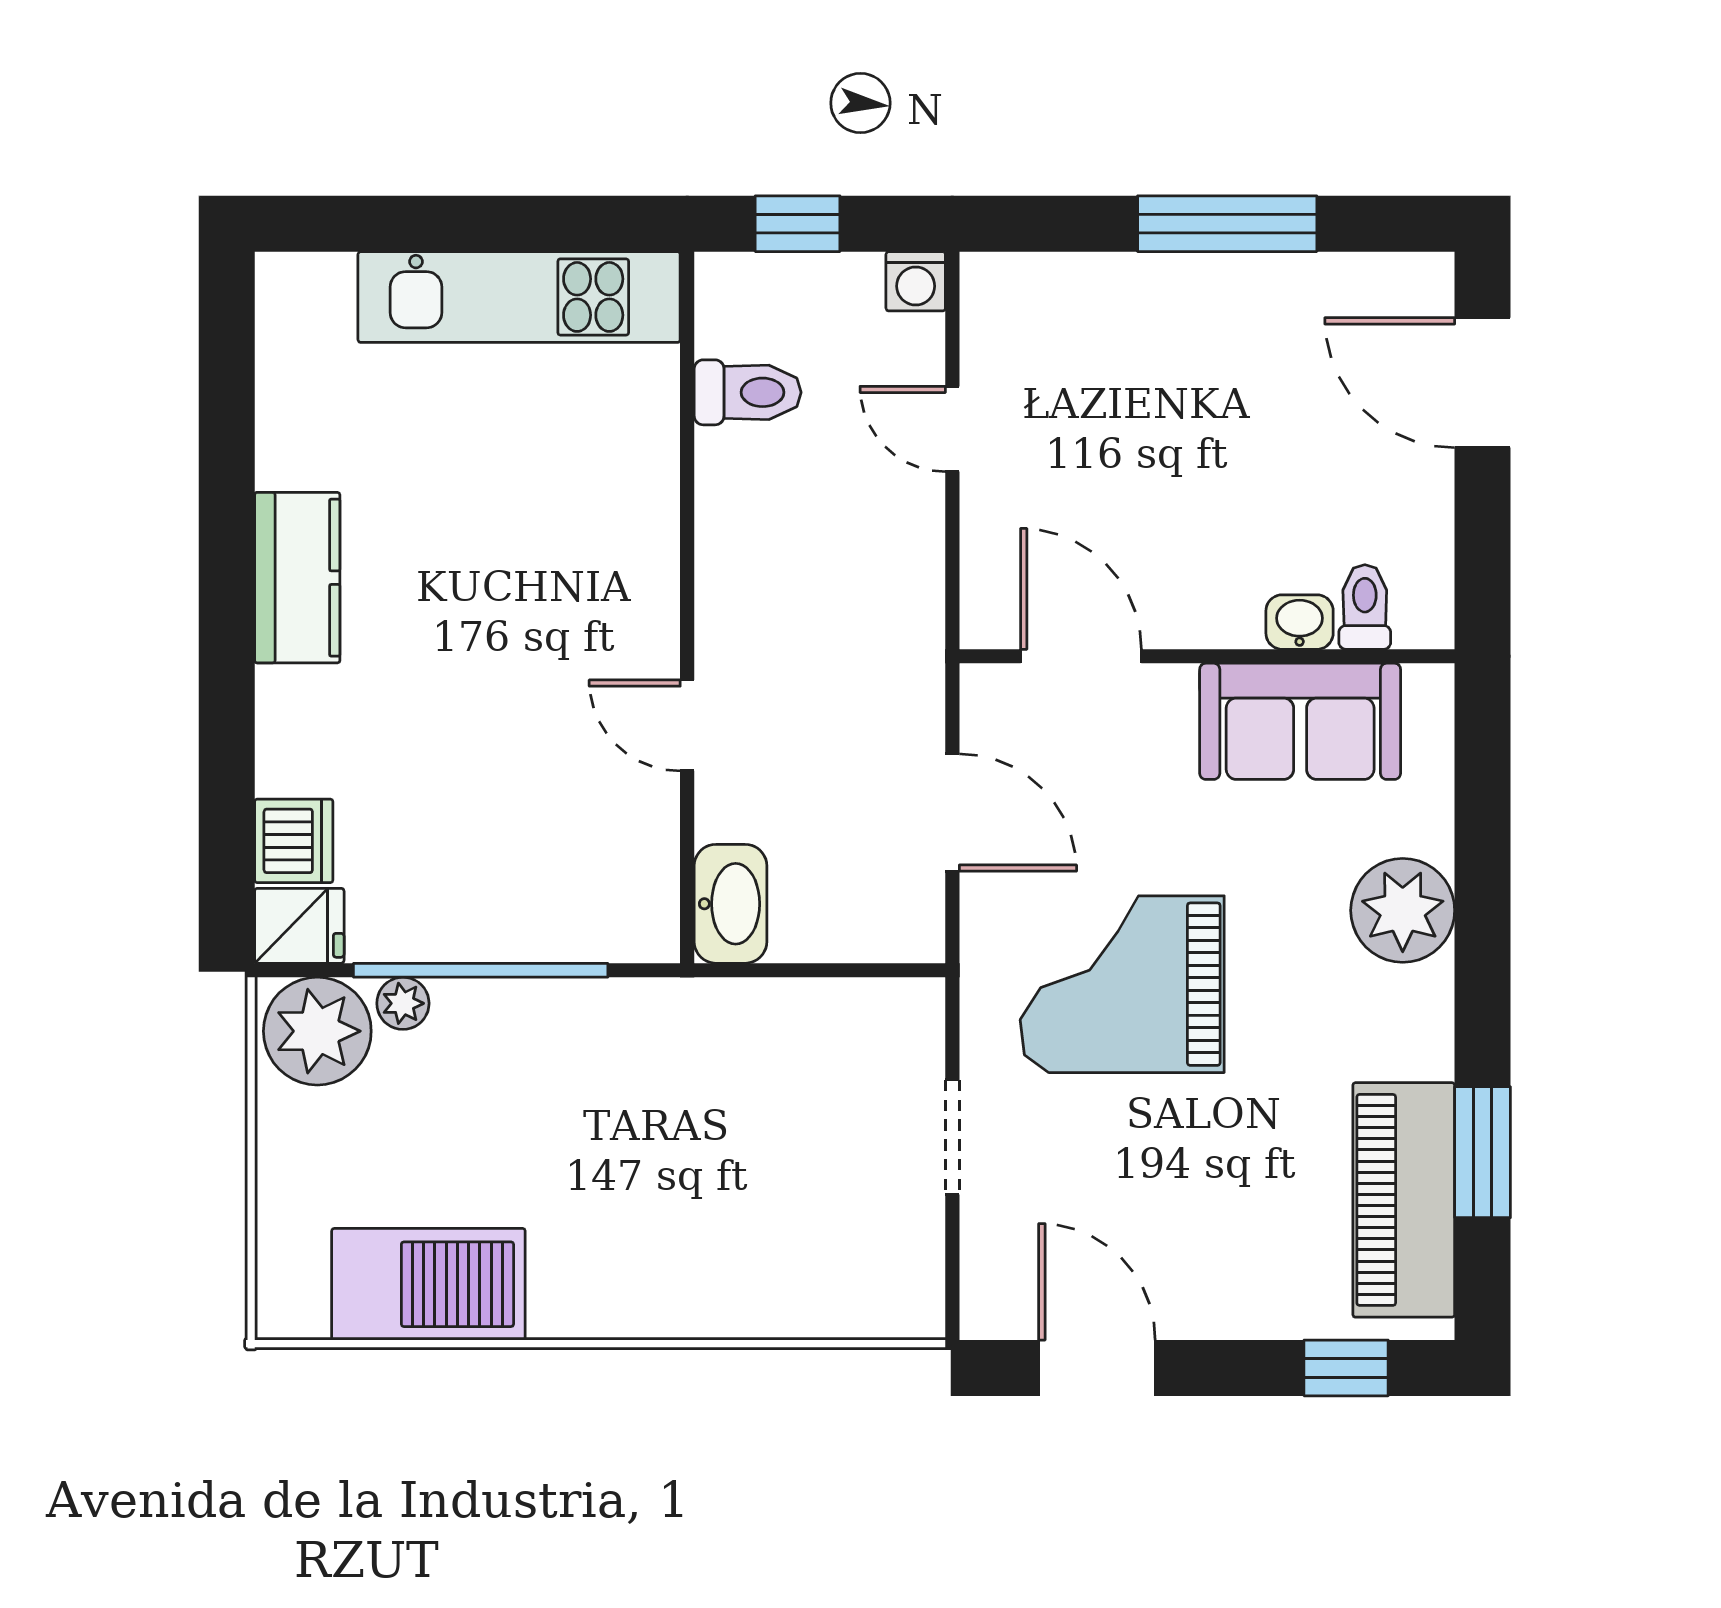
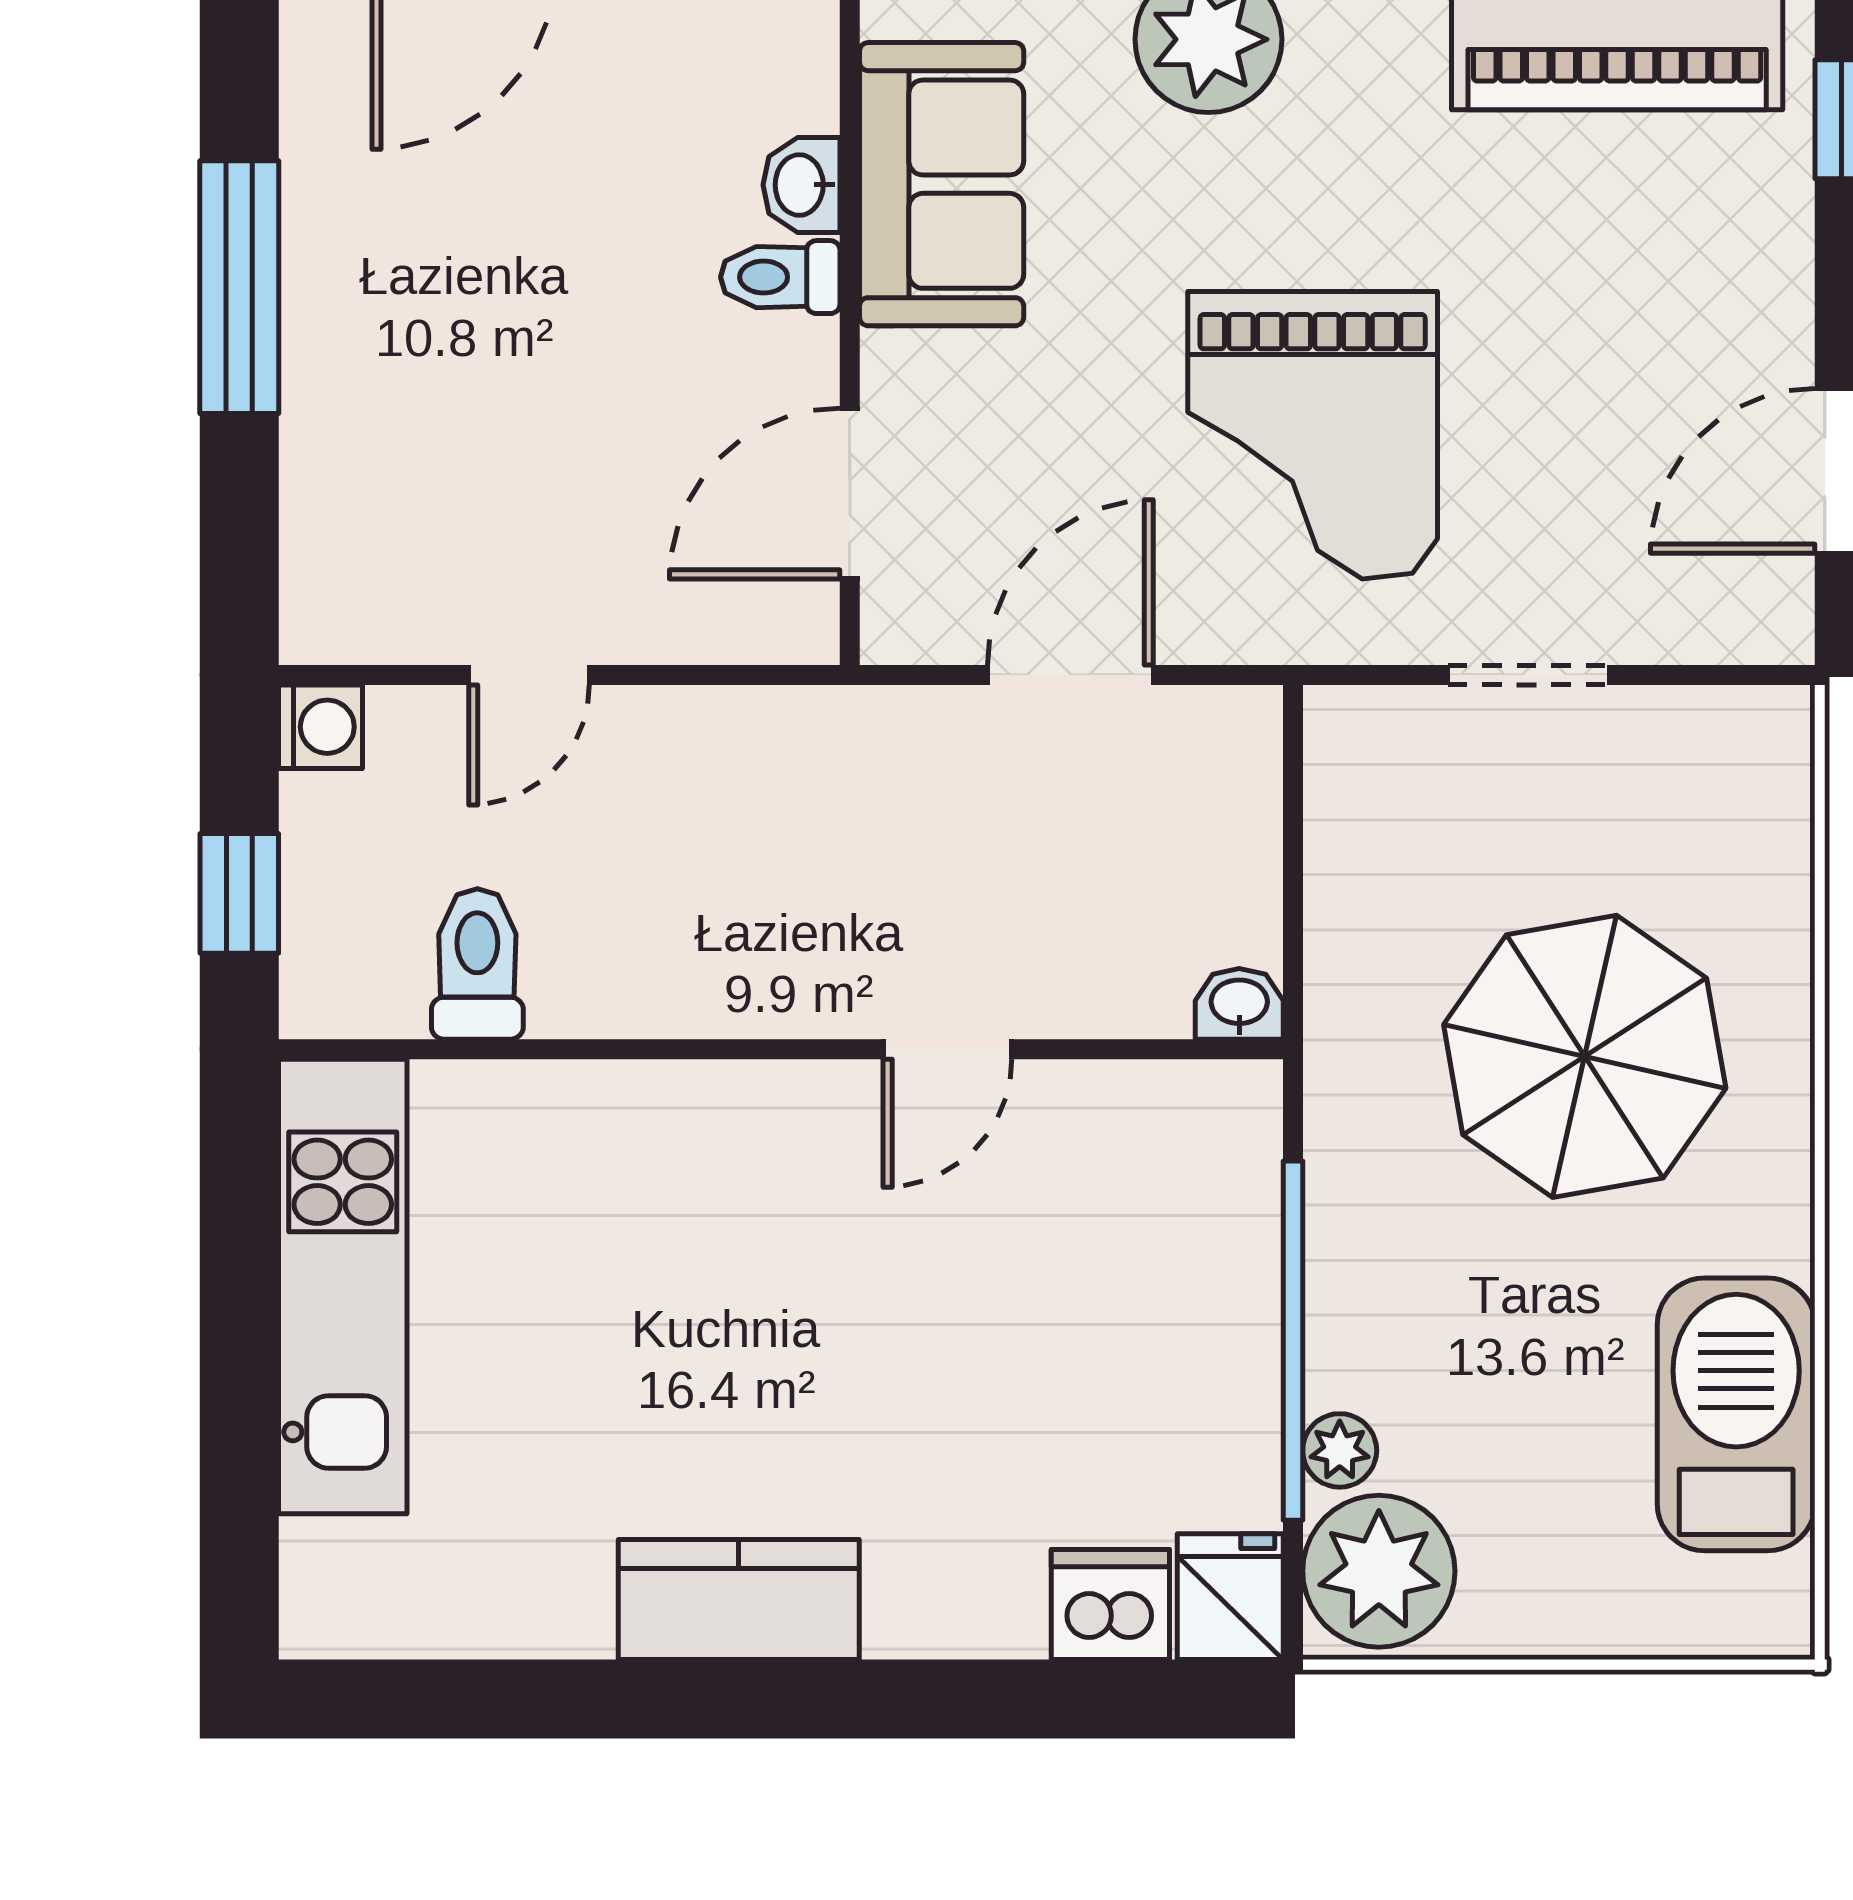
toilet: (1365, 607) -> (780, 277), moved
washbasin: (731, 904) -> (1239, 1004), width x0.52, depth x0.69
parasol: (682, 1177) -> (1585, 1056), added

